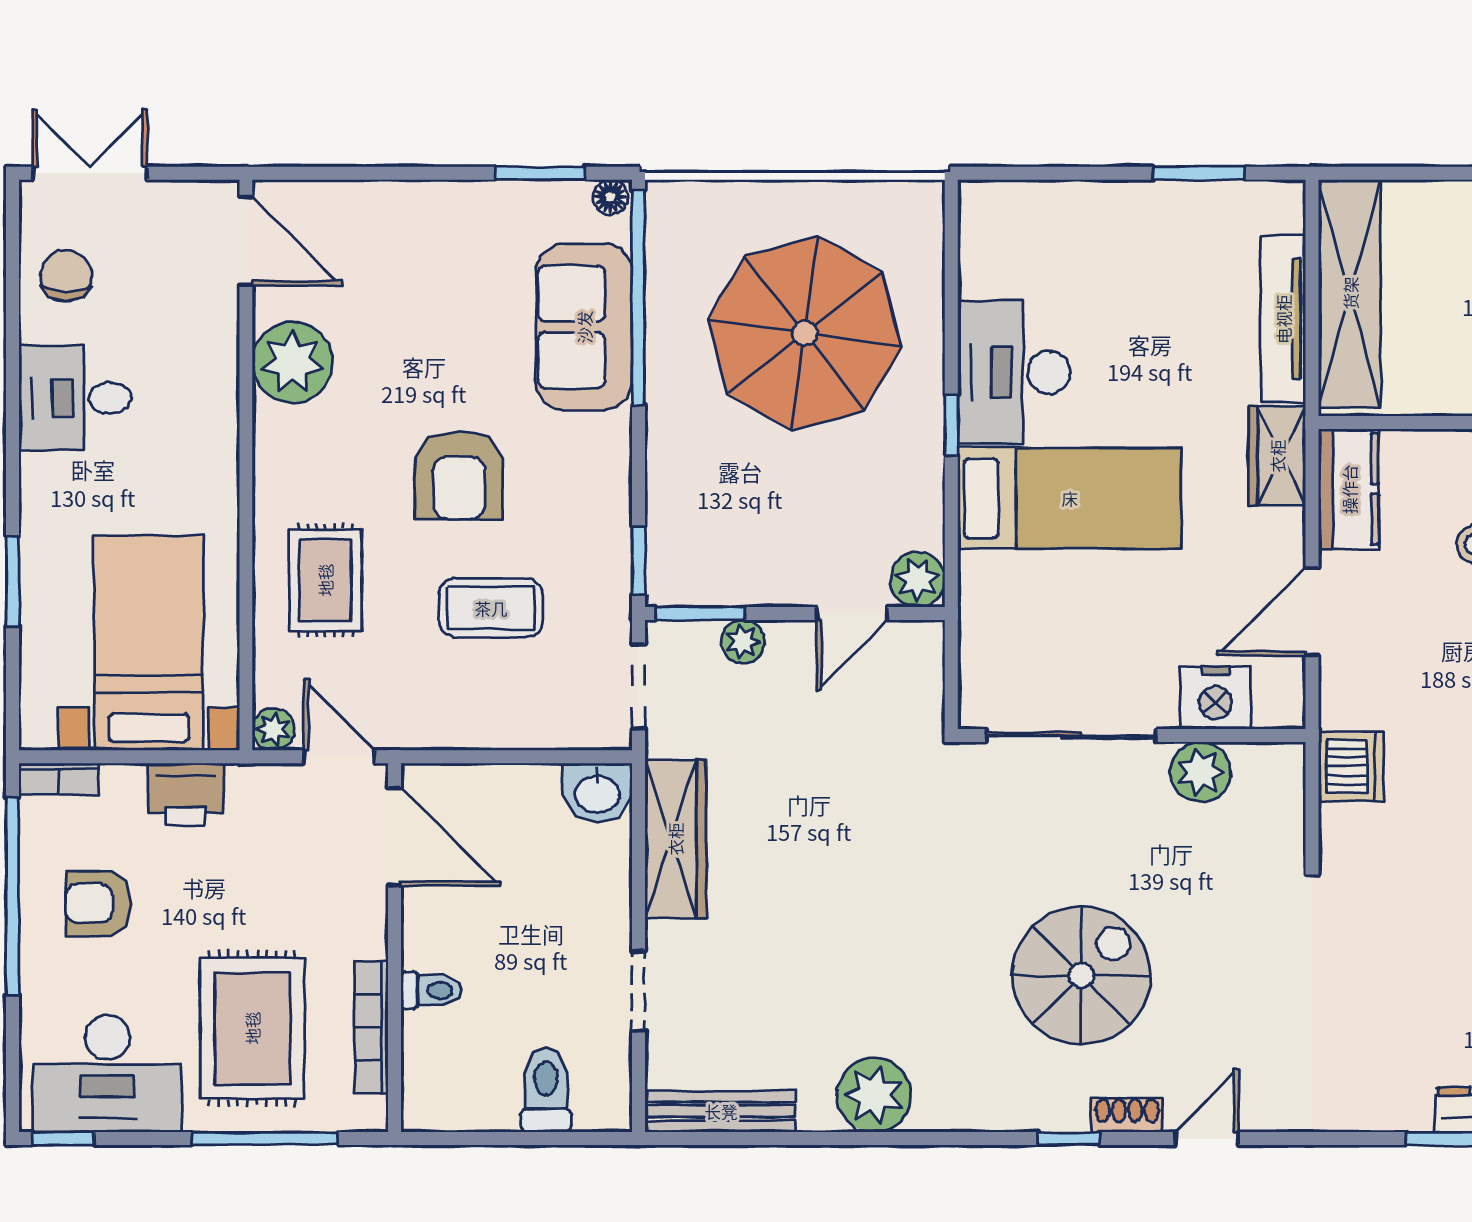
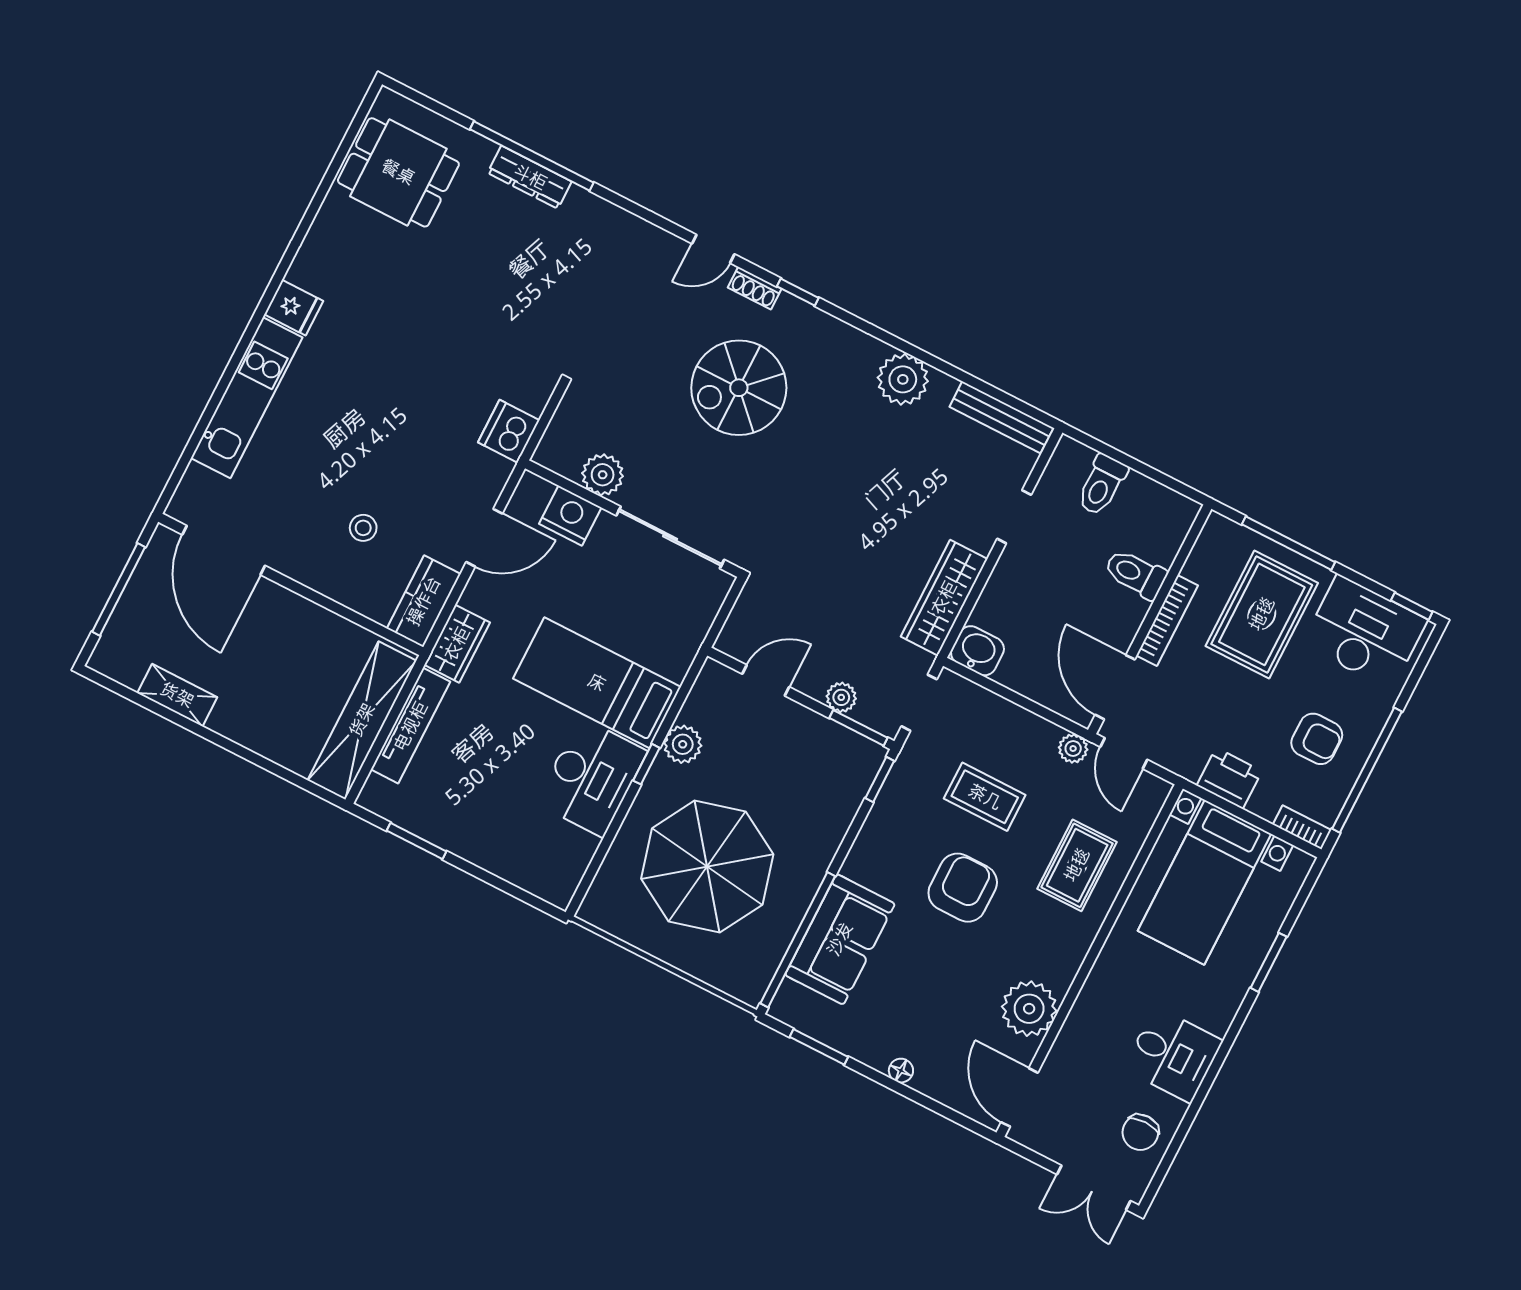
floor lamp: (610, 197) -> (901, 1071), moved
plant: (917, 580) -> (683, 744), moved
plant: (273, 729) -> (1073, 749), moved
toilet: (431, 990) -> (1136, 574), width x1.37, depth x1.39
bookcase: (371, 1027) -> (1167, 621), moved

